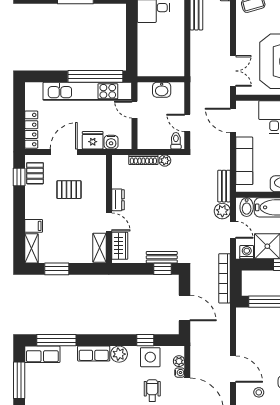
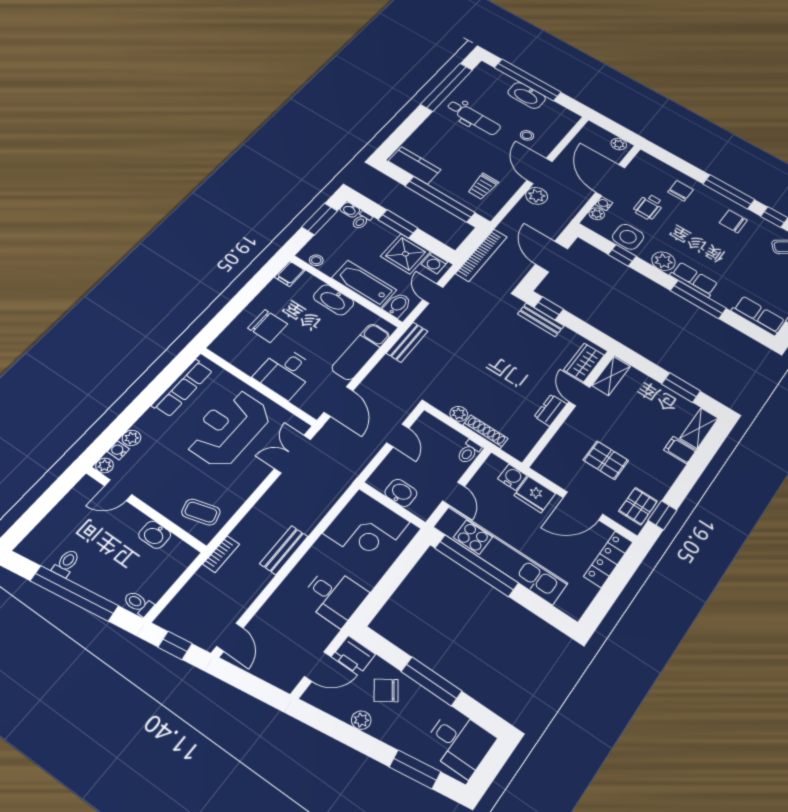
corner desk: (165, 57) -> (366, 528), added
toilet: (176, 141) -> (469, 452), moved
plant: (222, 211) -> (537, 196), moved
trolley: (258, 331) -> (483, 186), added
window: (56, 340) -> (698, 299), moved

